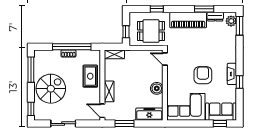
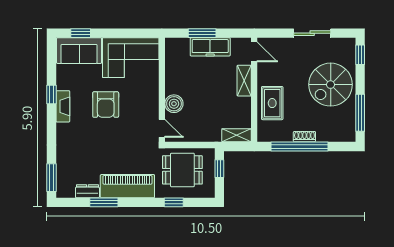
plant: (231, 21) -> (64, 185), removed
boiler: (157, 88) -> (174, 104), moved
freezer: (149, 114) -> (210, 47), moved
window: (125, 124) -> (202, 33), moved

